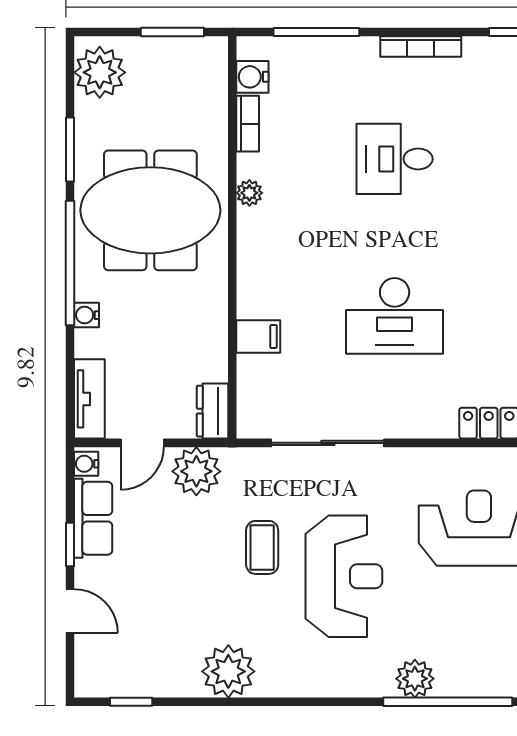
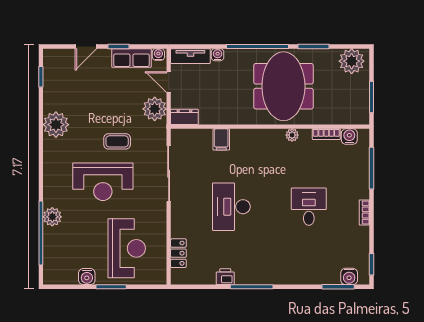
bookcase: (421, 46) -> (364, 212), width x0.64
water cooler: (87, 315) -> (218, 55), moved

